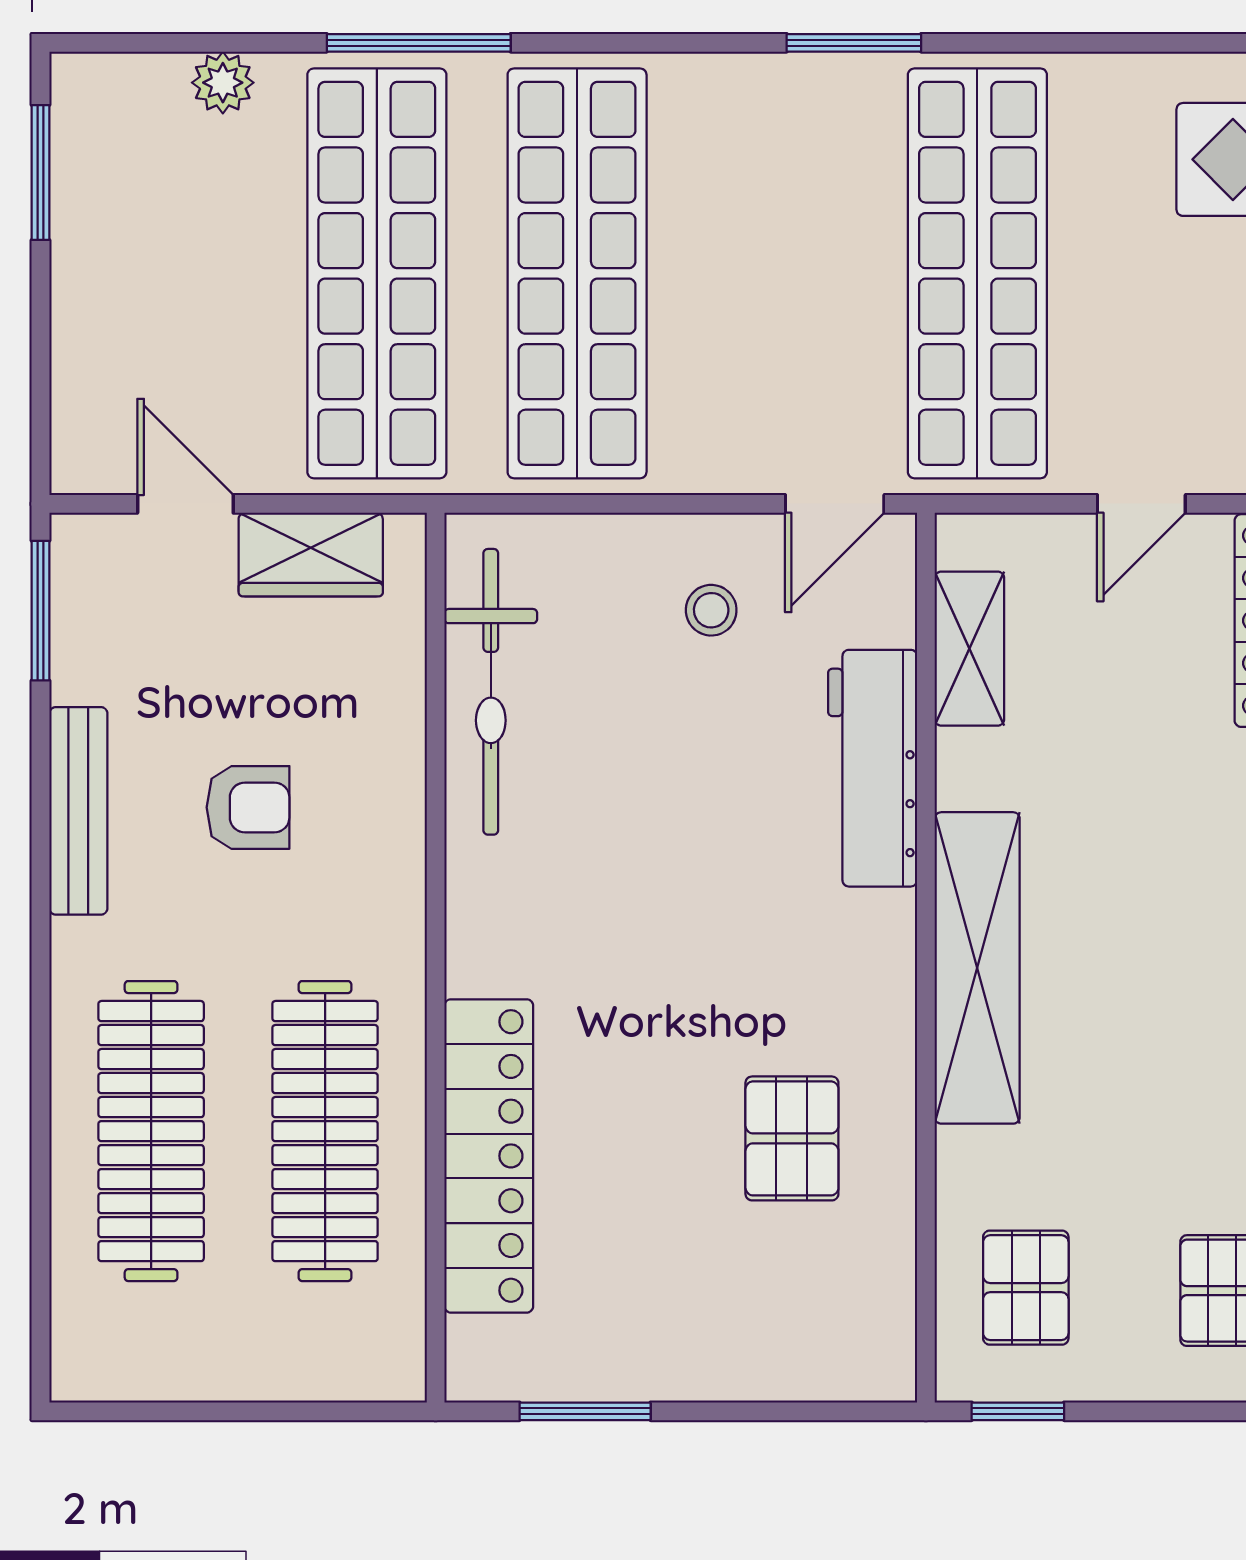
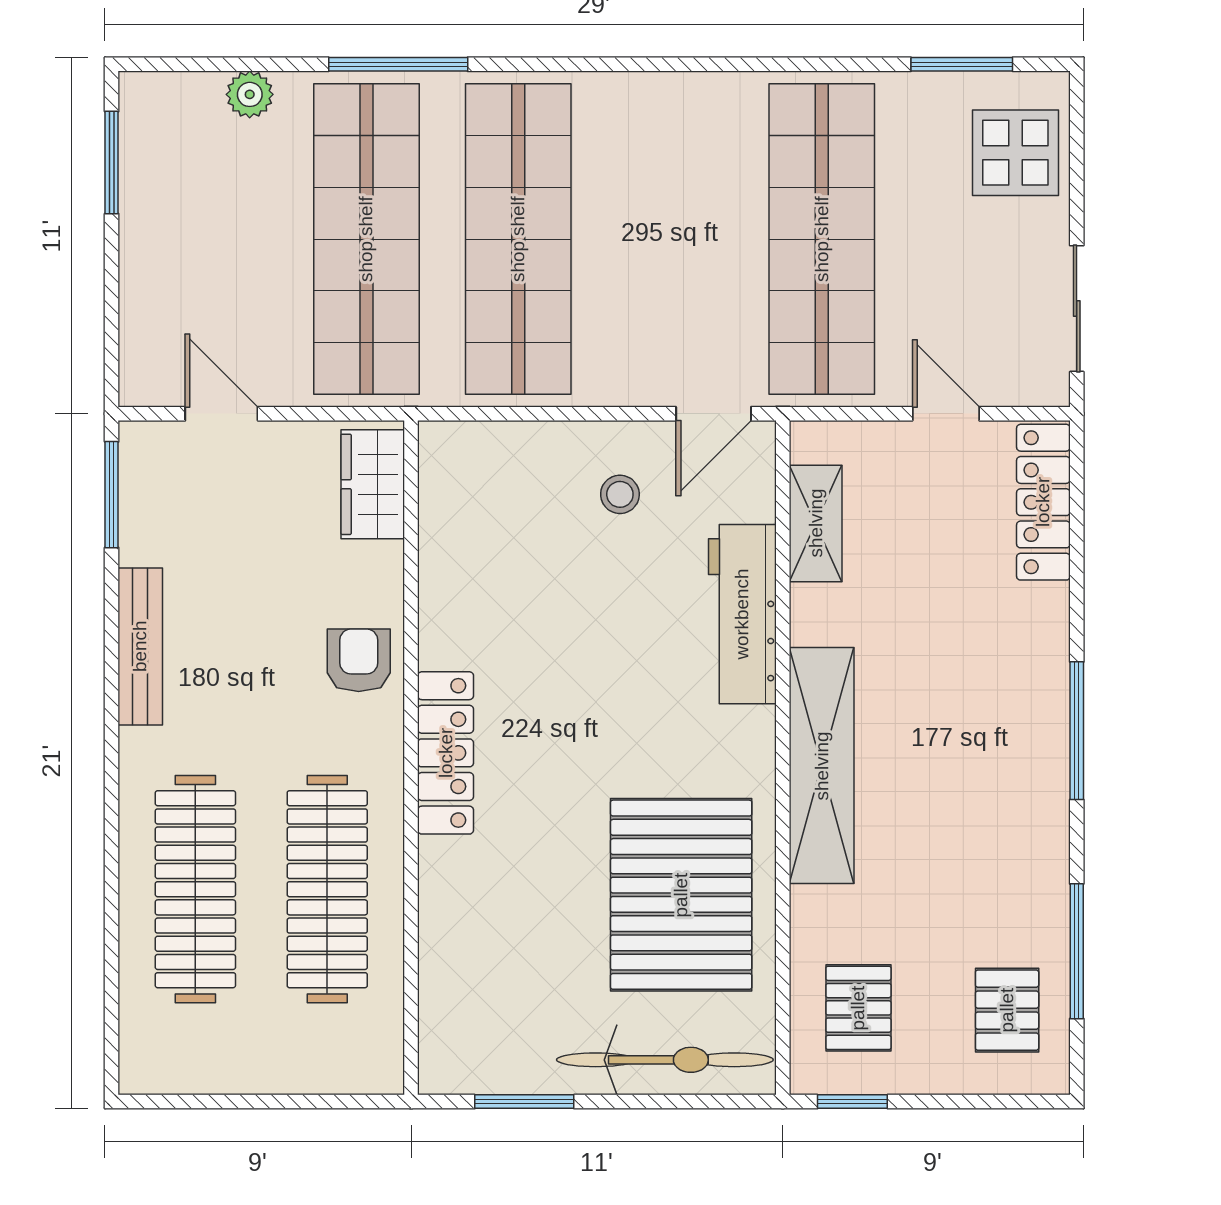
window: (854, 43) -> (962, 64), moved
door: (1141, 504) -> (946, 414), swing flipped
wardrobe: (311, 554) -> (373, 484), moved, turned 90
bicycle: (491, 692) -> (665, 1060), moved, turned -90
armchair: (248, 807) -> (359, 660), moved, turned -90
pallet: (792, 1138) -> (681, 895), width x2.05, depth x2.00
locker: (489, 1156) -> (446, 753), moved, width x0.71, depth x0.83

